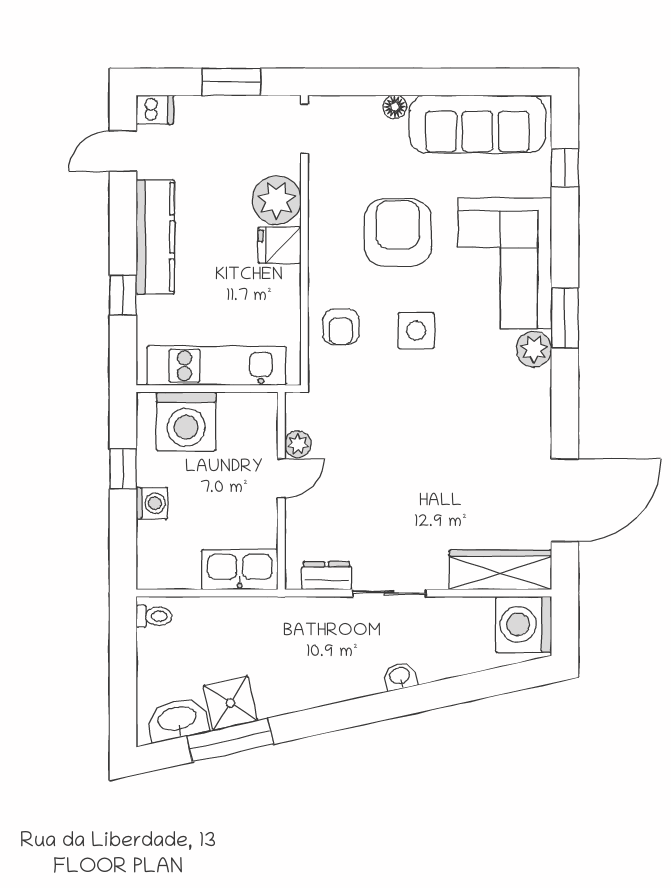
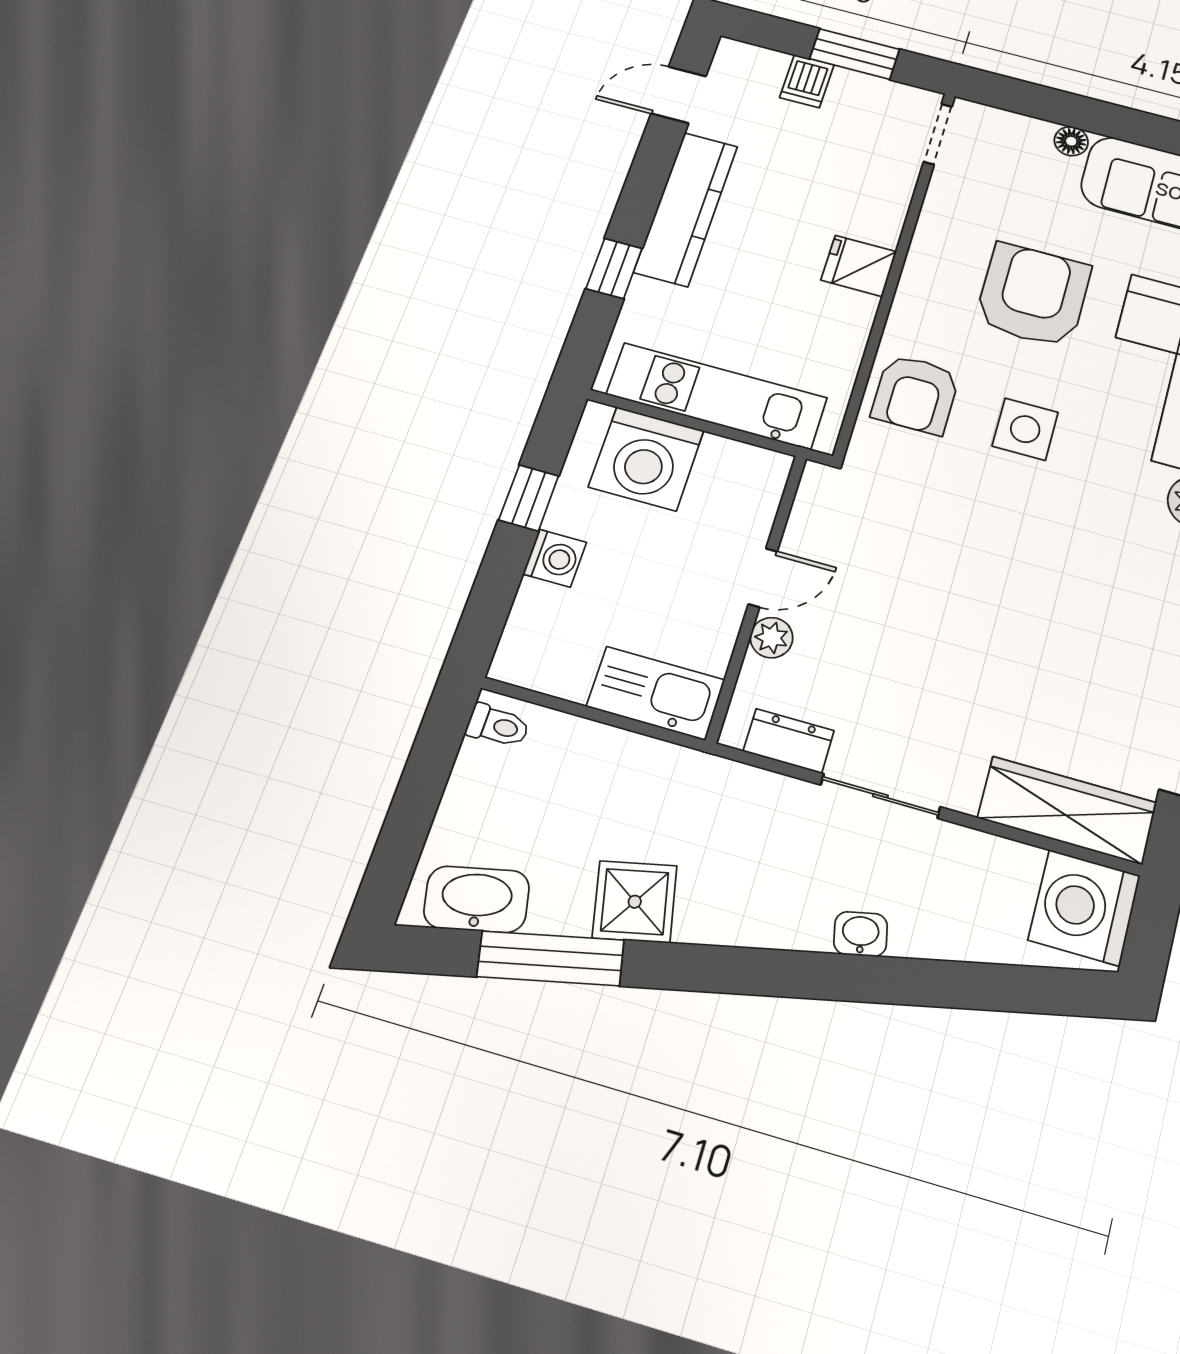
dishwasher: (155, 110) -> (807, 81), moved, turned 90
plant: (277, 200) -> (872, 209), removed
armchair: (341, 327) -> (916, 394), width x1.38, depth x1.38
plant: (298, 444) -> (771, 638), moved
shower: (230, 703) -> (635, 902), moved

